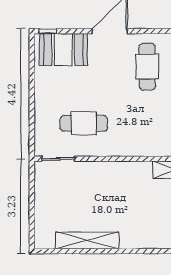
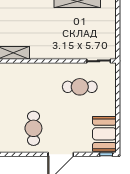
booth: (63, 50) -> (104, 134), moved, turned 90

